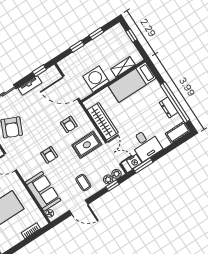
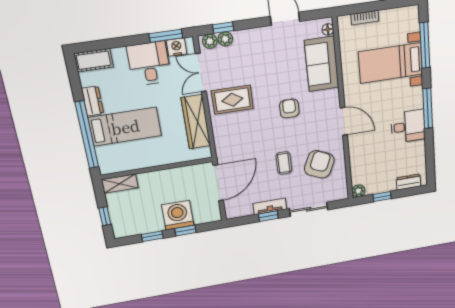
shelving: (123, 67) -> (120, 184), moved
window: (39, 71) -> (268, 216), moved
washing machine: (96, 79) -> (178, 215), moved, turned 180
bed: (132, 82) -> (125, 127), moved
door: (71, 87) -> (218, 183), hinge flipped
window: (175, 102) -> (87, 135), moved
armchair: (69, 124) -> (244, 137), removed
coffee table: (83, 183) -> (284, 163), moved

